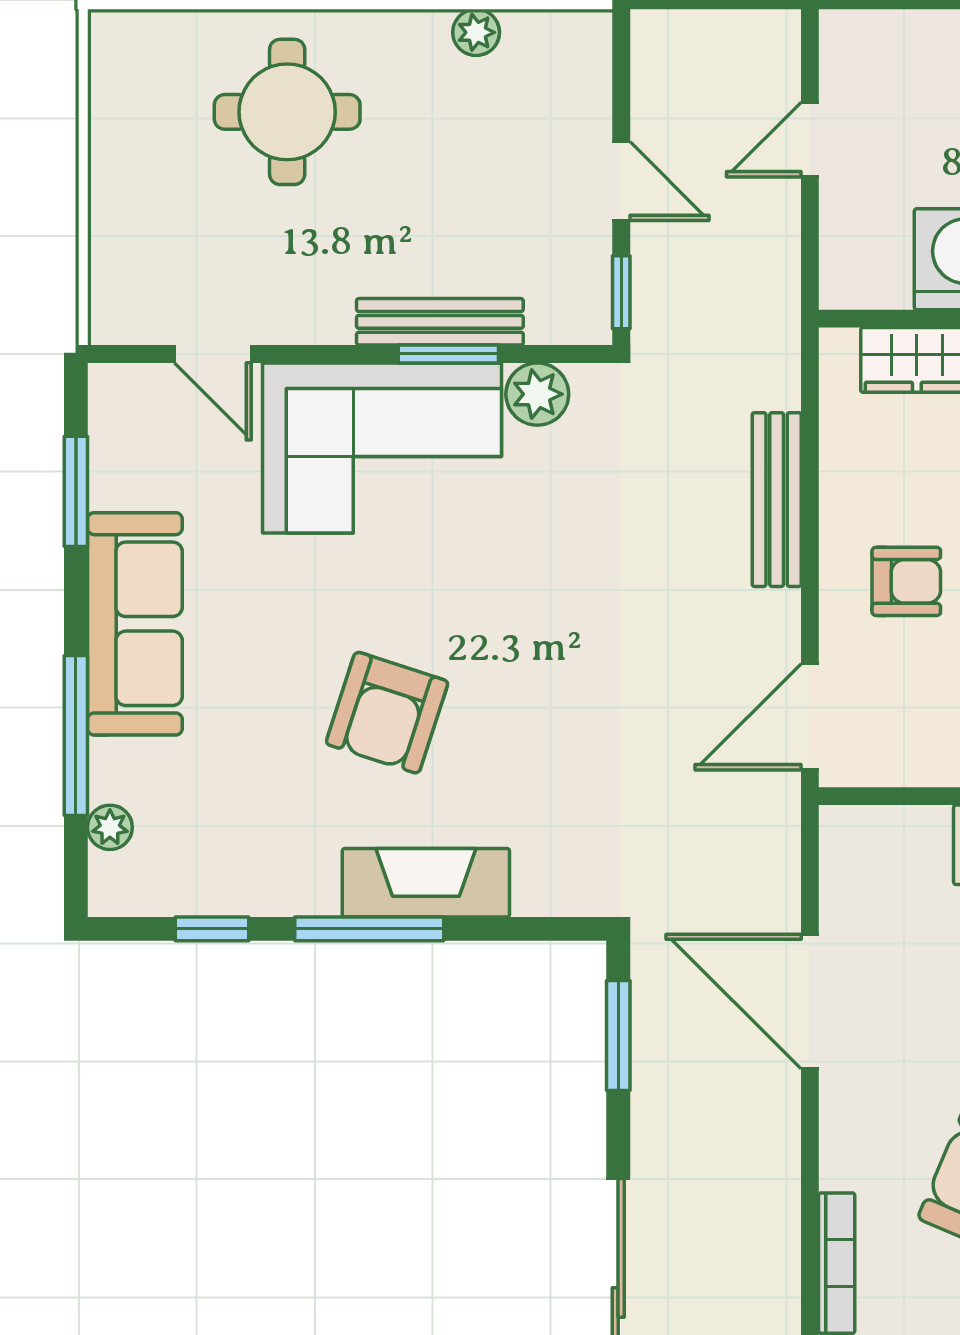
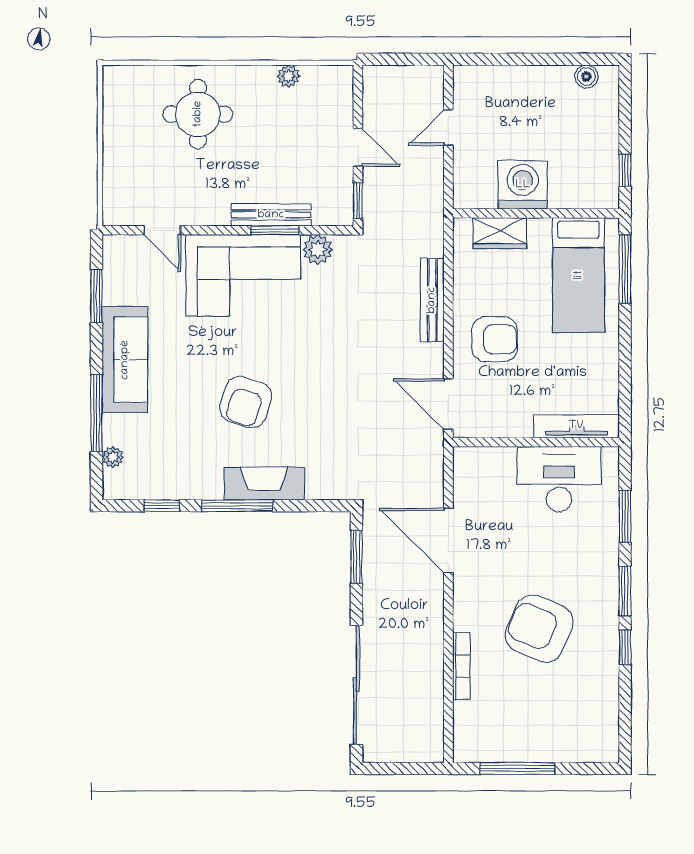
armchair: (906, 581) -> (495, 339), width x1.38, depth x1.38
door: (810, 717) -> (448, 404), hinge flipped

